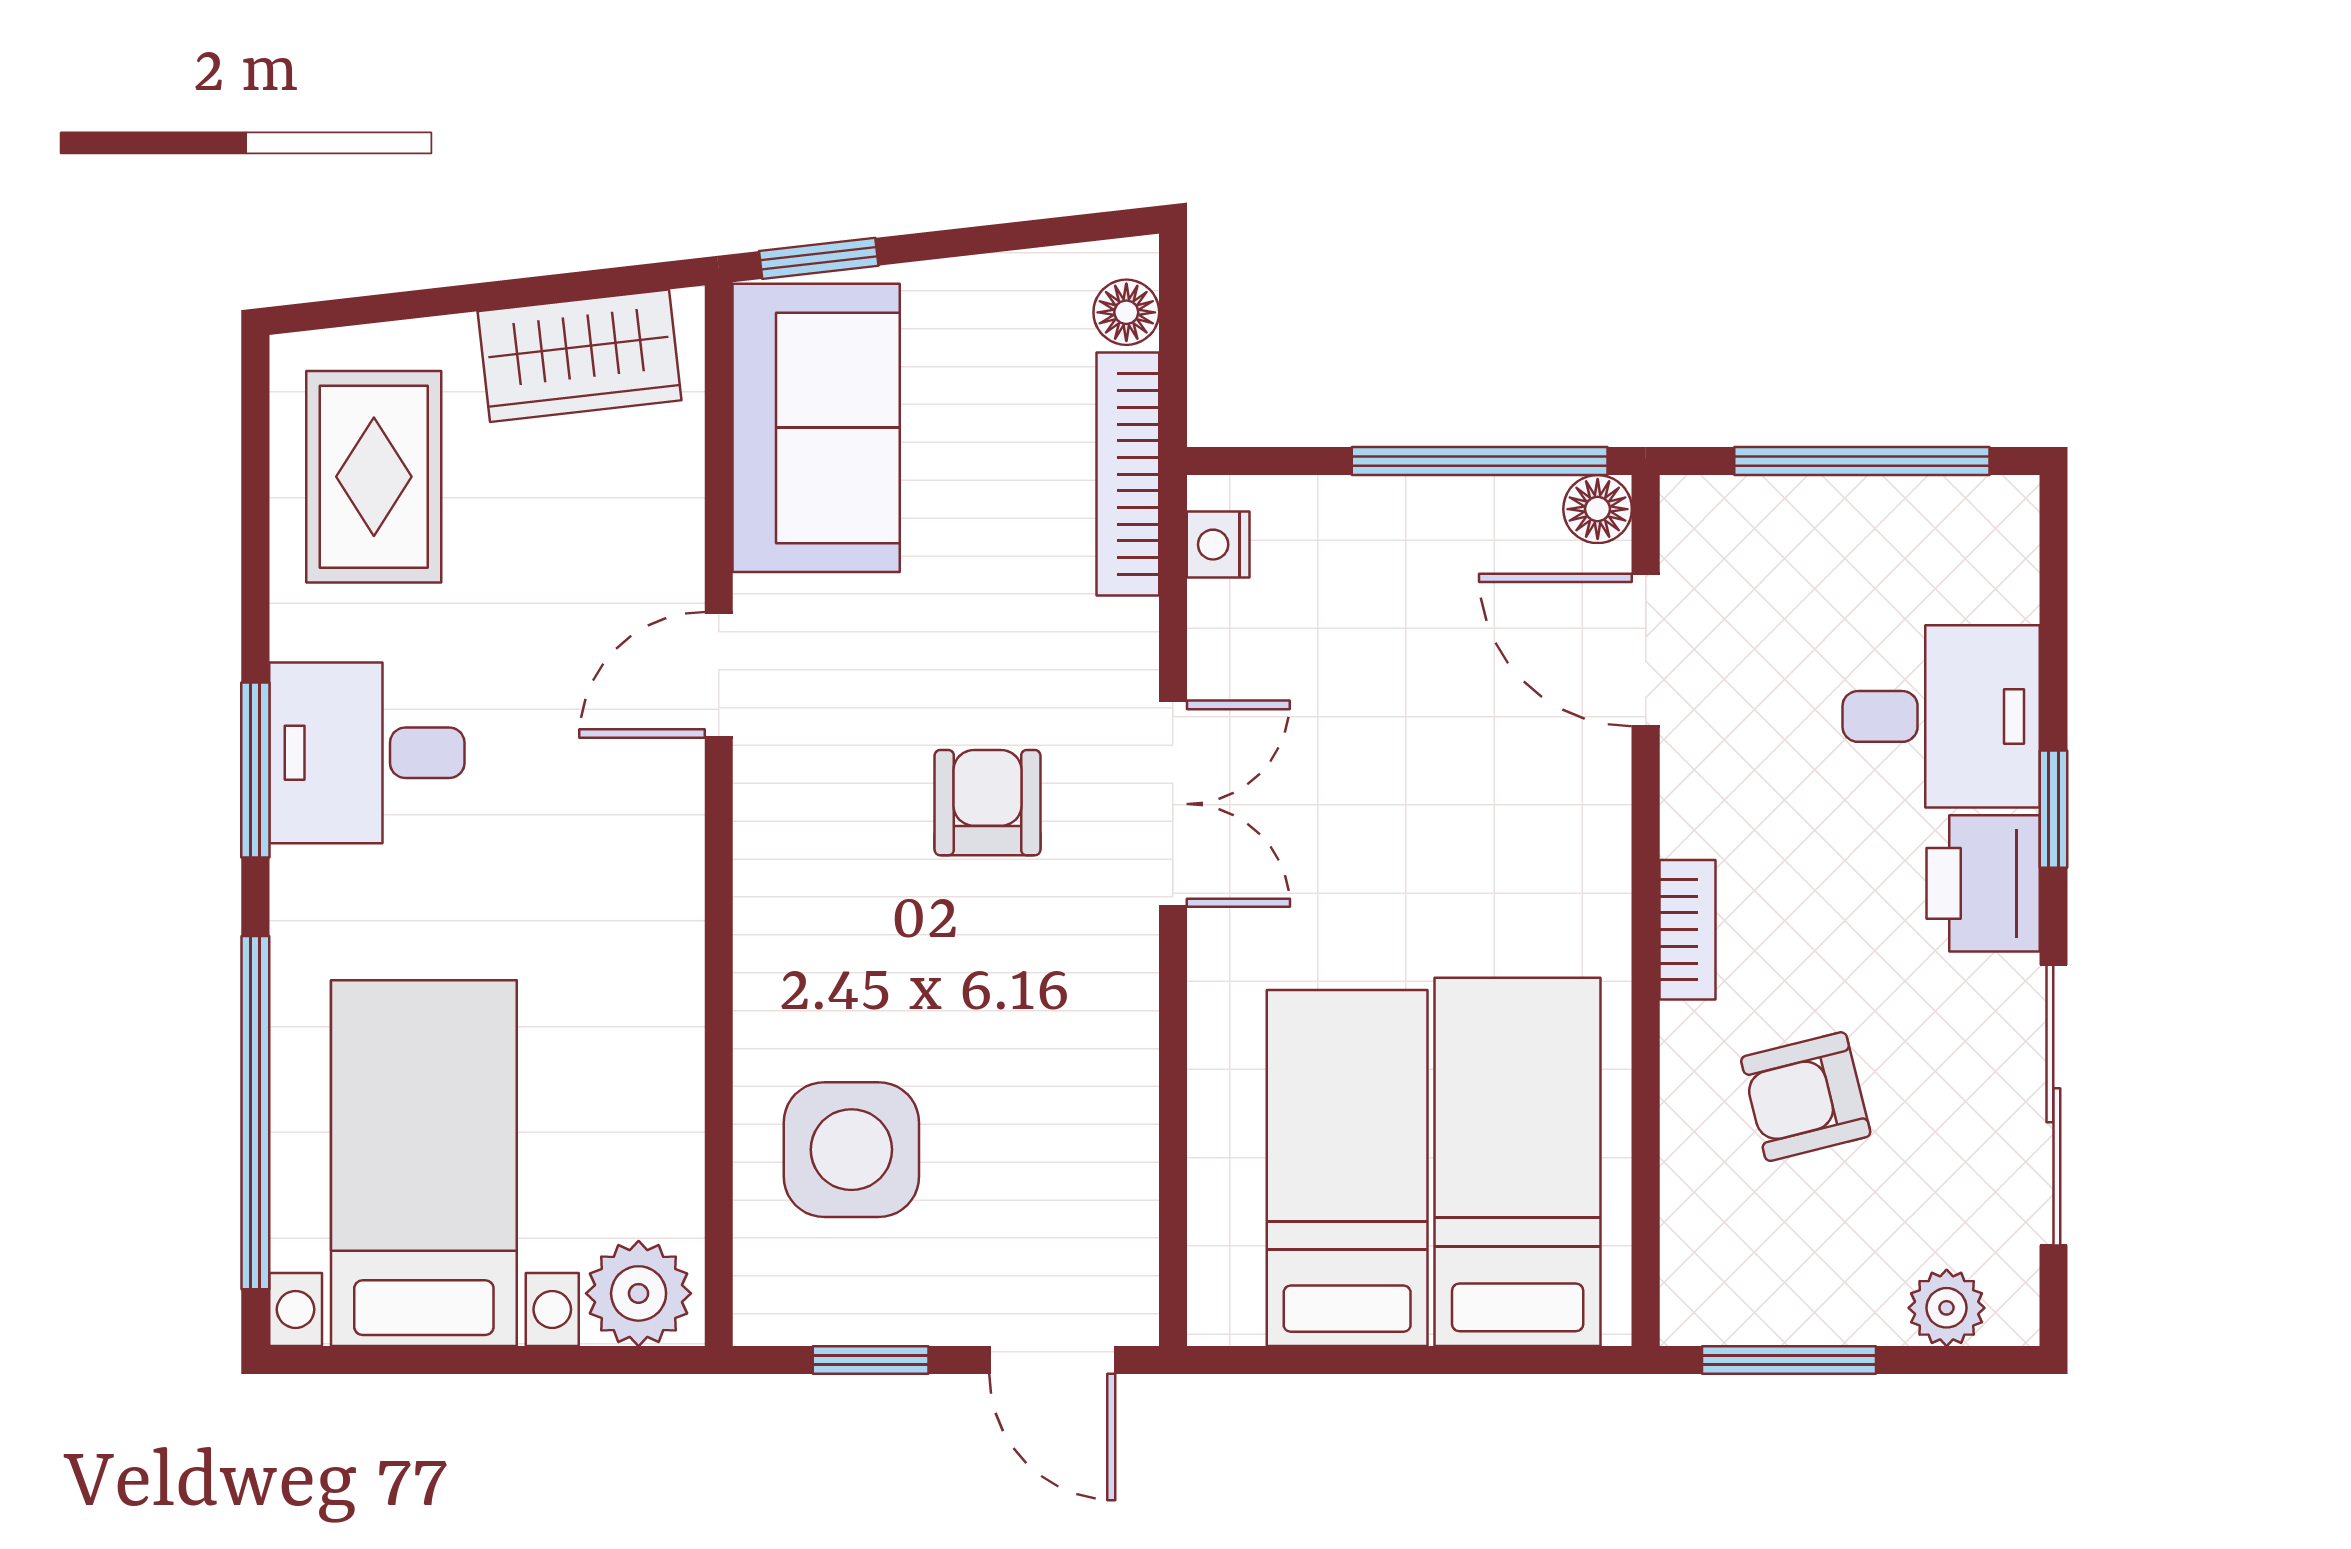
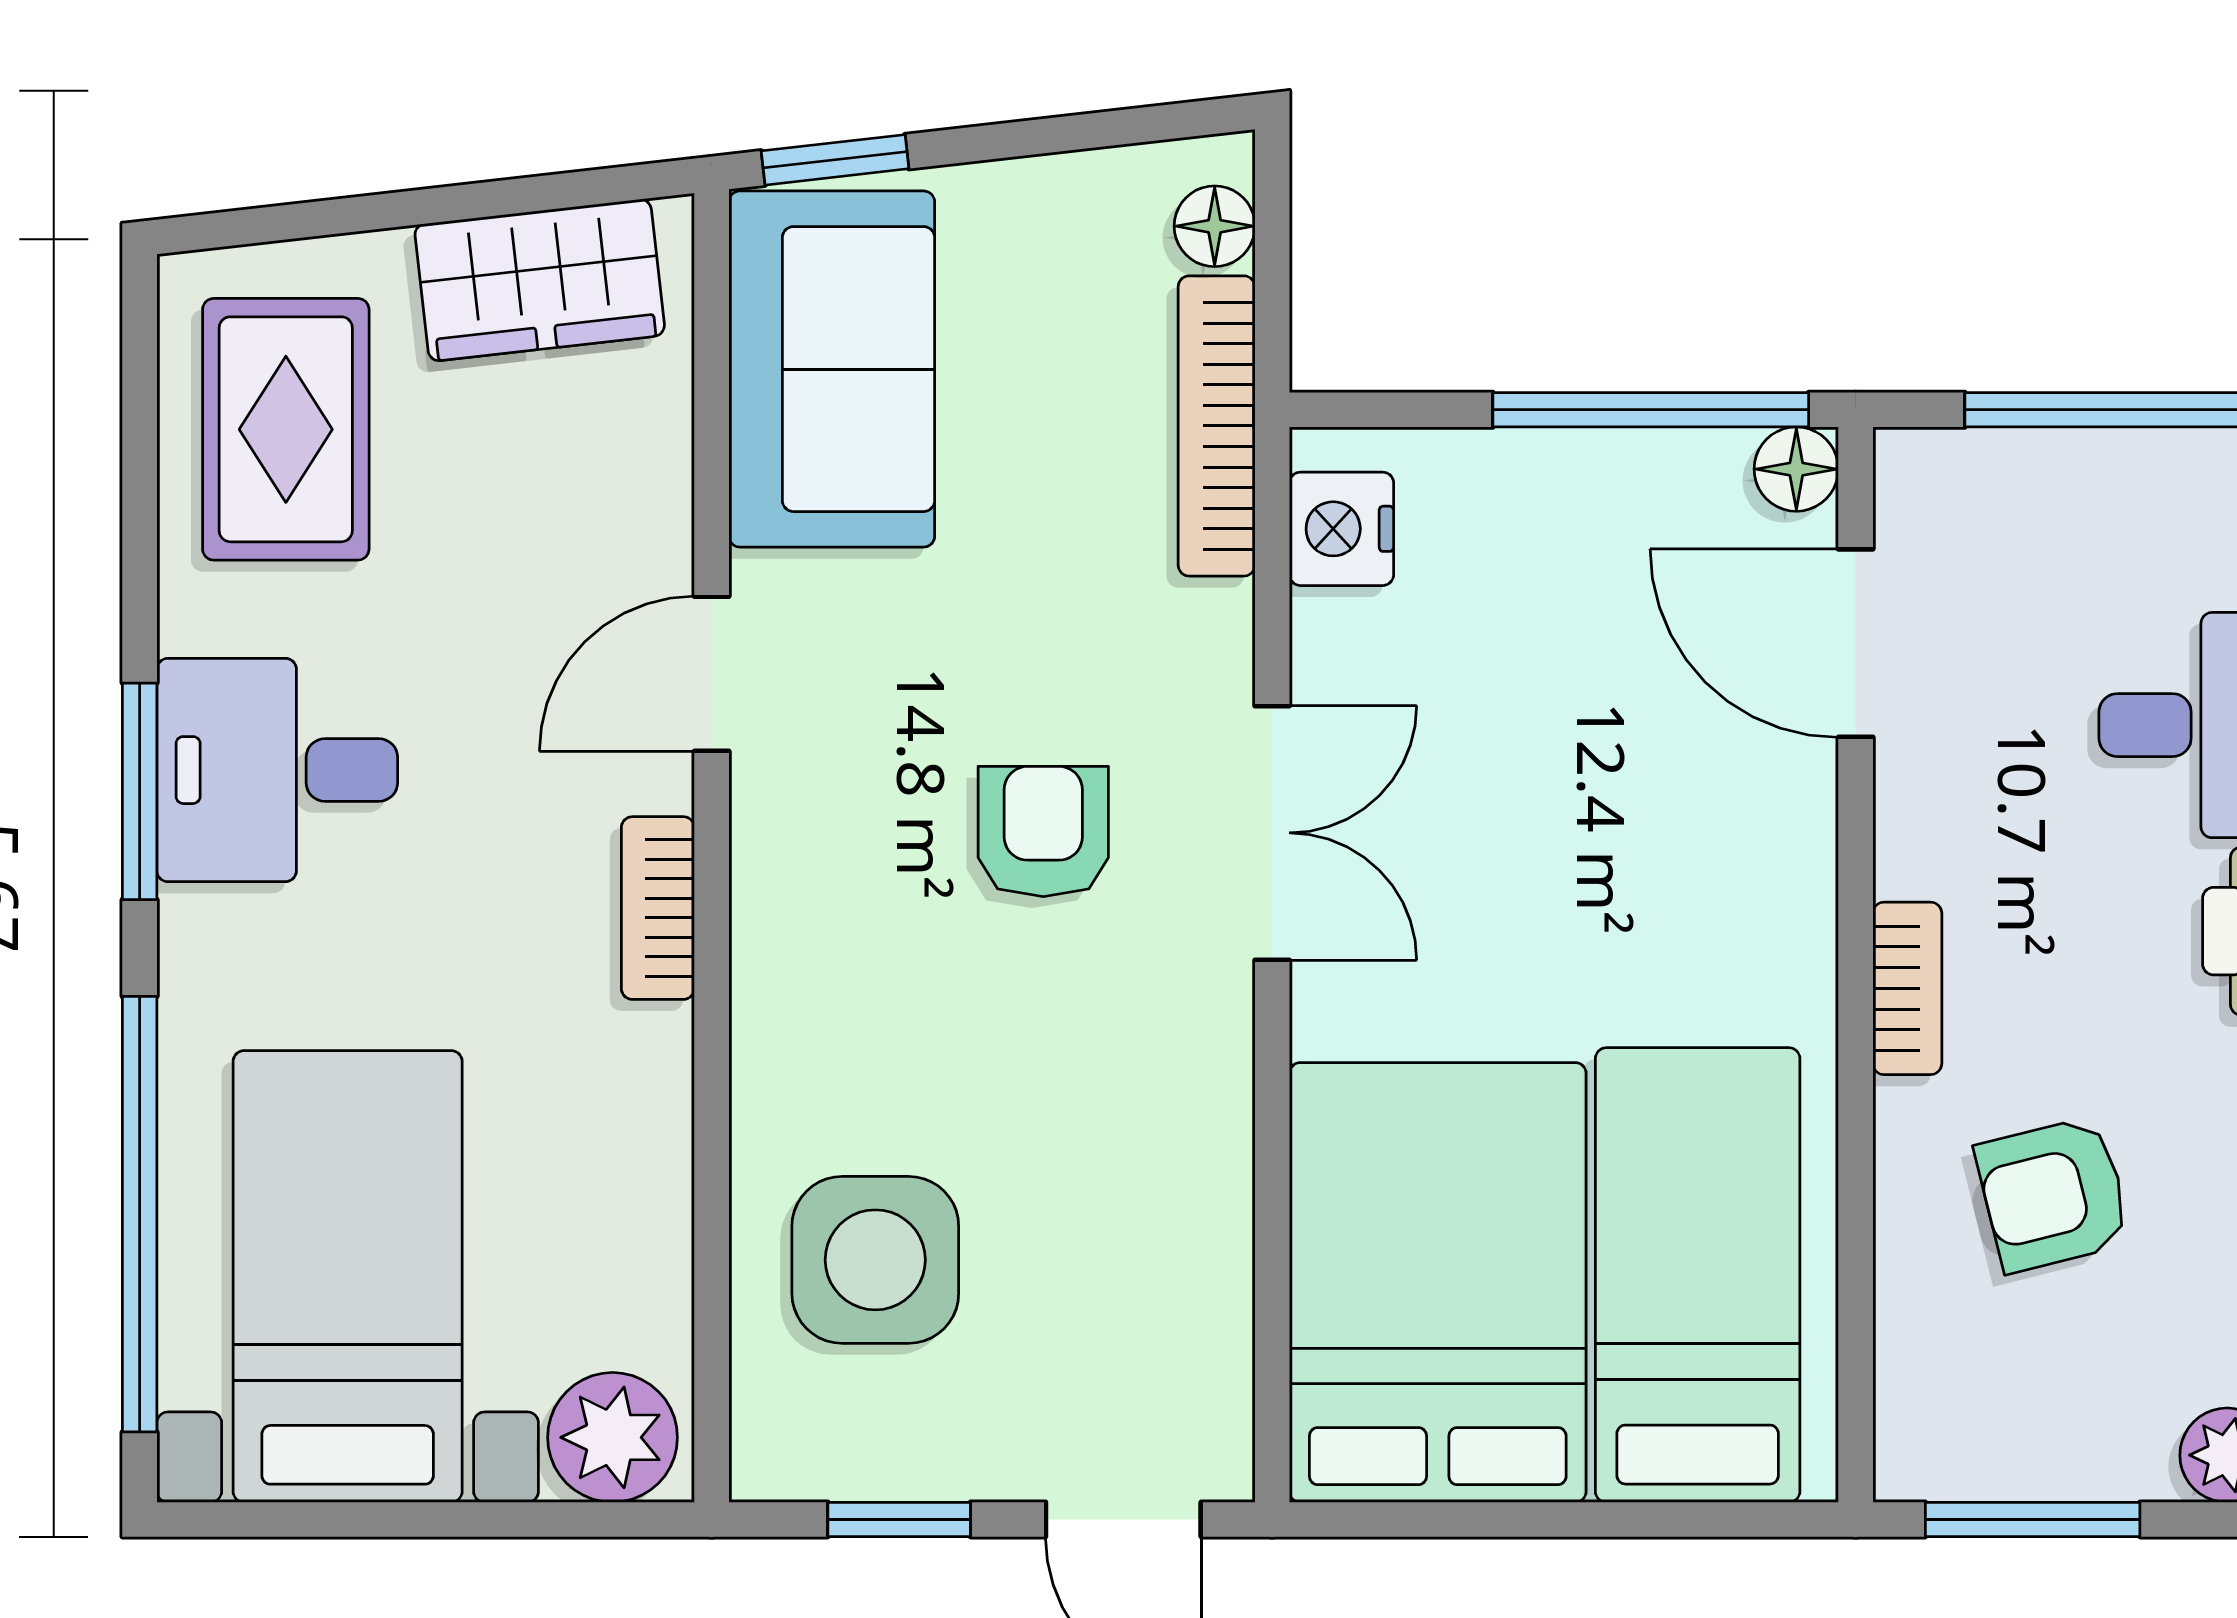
nightstand: (1218, 545) -> (1342, 529), width x1.39, depth x1.35
bookcase: (675, 865) -> (658, 908), added
bed: (1347, 1168) -> (1438, 1282), width x1.50

